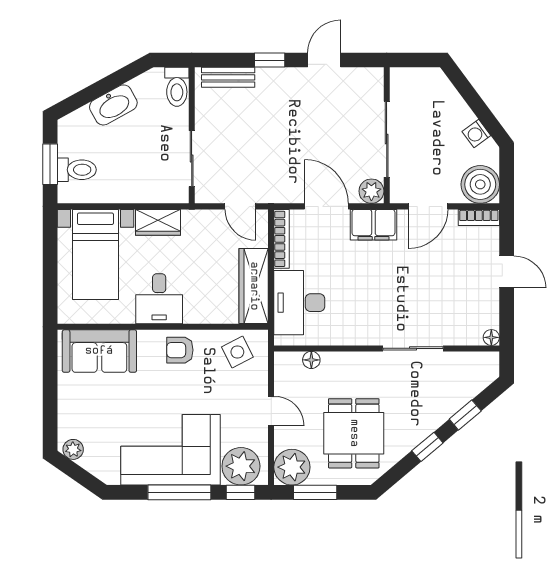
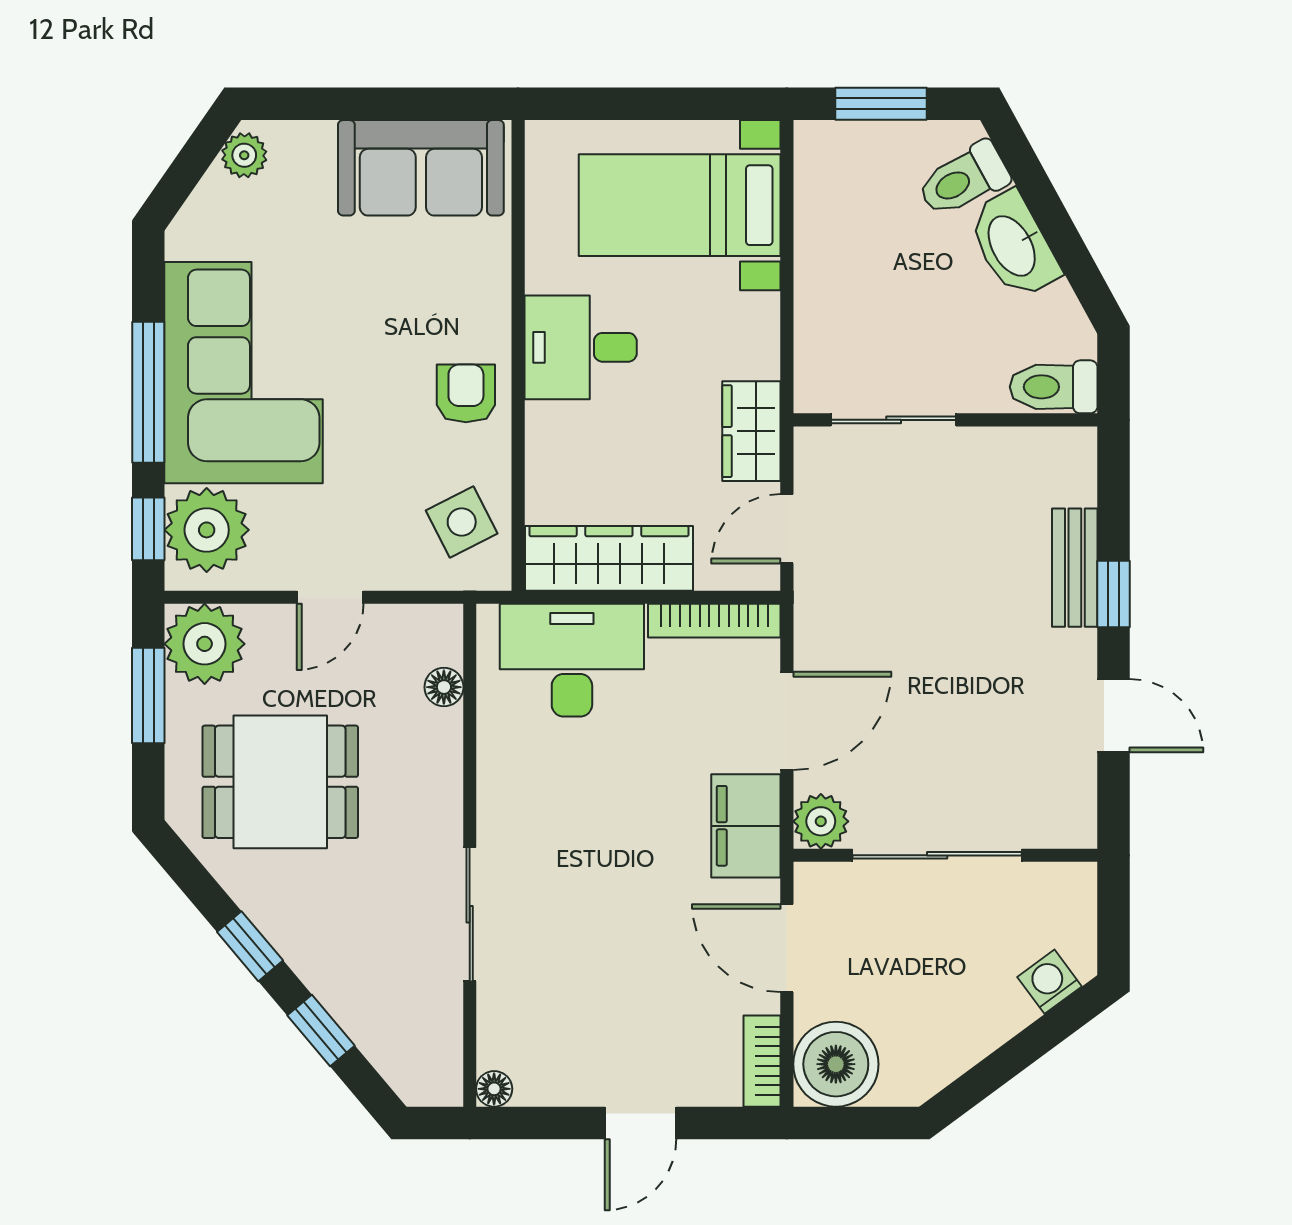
bench: (228, 77) -> (1075, 568), moved
washing machine: (476, 133) -> (1050, 982), moved
toilet: (77, 170) -> (963, 180), moved, turned 61
wardrobe: (158, 222) -> (751, 431), moved
sofa: (99, 351) -> (421, 168), moved, turned -90

